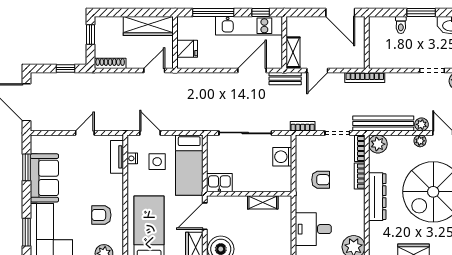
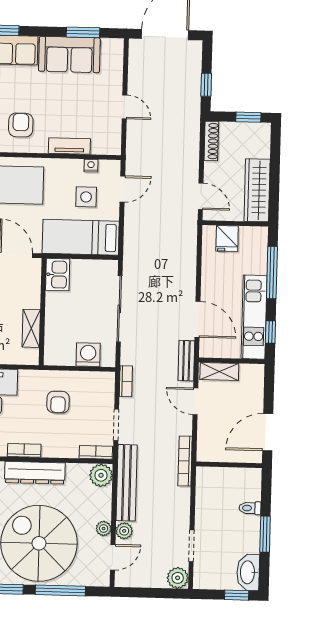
tv unit: (117, 157) -> (69, 146), moved
bookcase: (360, 176) -> (24, 450), moved

